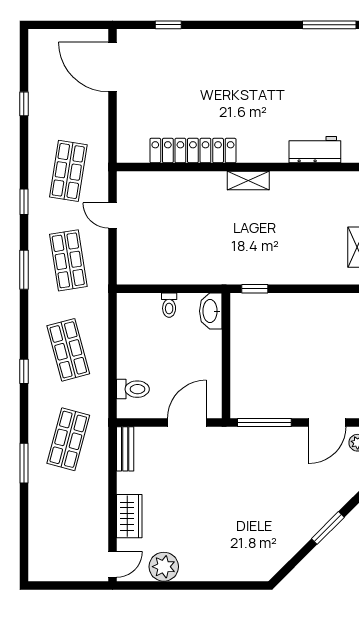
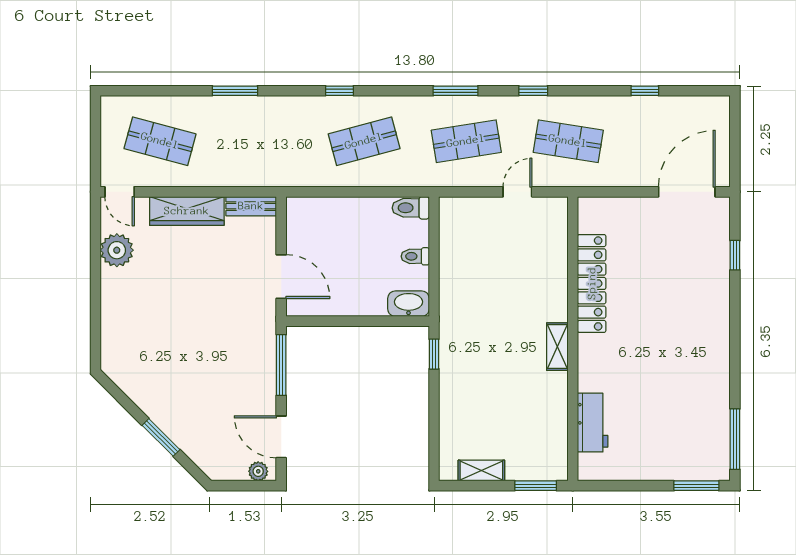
toilet: (133, 389) -> (411, 208), moved, turned 90
shop shelf: (68, 439) -> (160, 141), moved
wardrobe: (129, 516) -> (187, 211), width x1.50

